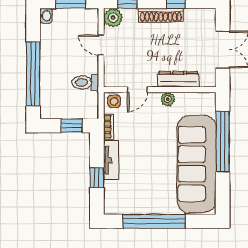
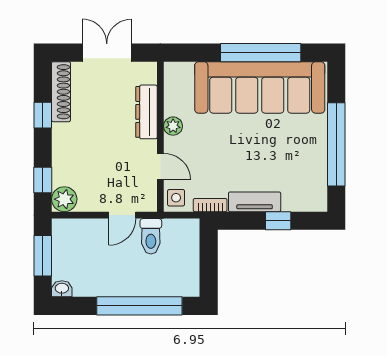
shoe rack: (161, 15) -> (61, 92), moved
door: (101, 45) -> (122, 215), moved
window: (72, 126) -> (209, 255), removed
window: (223, 142) -> (261, 53), moved

